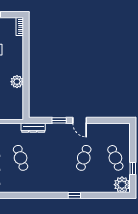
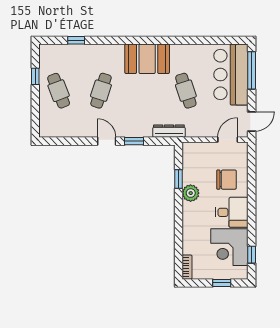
window: (26, 92) -> (179, 179), added
booth: (49, 182) -> (147, 59), added
plant: (122, 185) -> (50, 55), removed
window: (74, 195) -> (76, 40), moved

